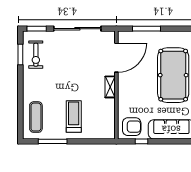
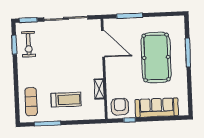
door: (116, 58) -> (103, 44), hinge flipped
shelving: (110, 87) -> (99, 89), moved
treadmill: (74, 117) -> (66, 100), turned 90
armchair: (132, 127) -> (120, 107), turned -90

